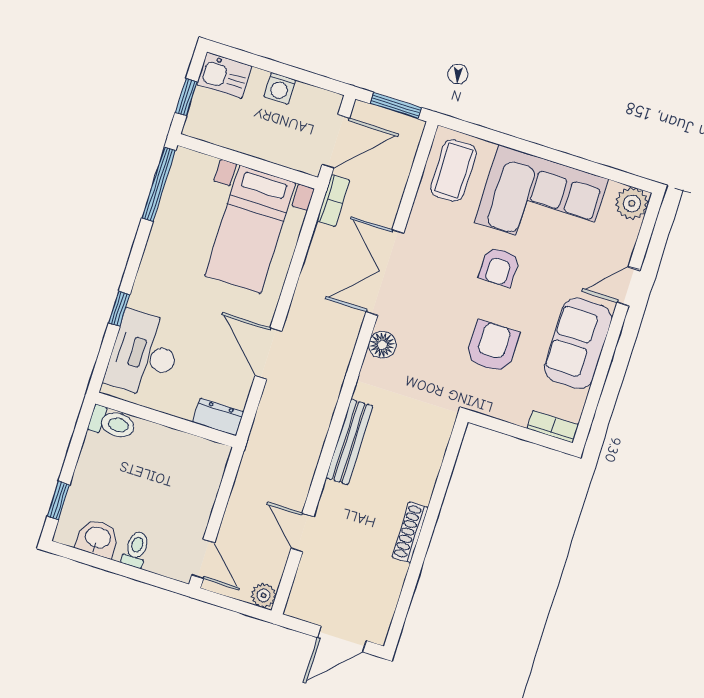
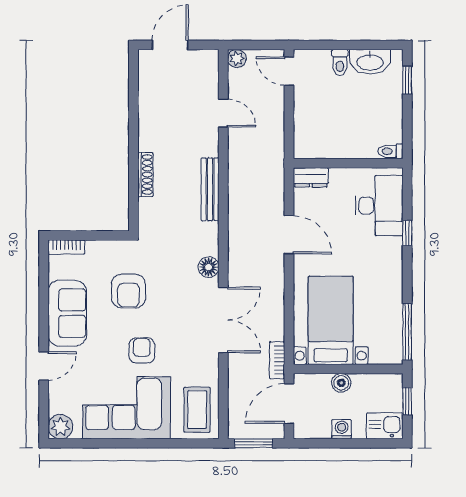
boiler: (262, 147) -> (341, 383), added
toilet: (112, 423) -> (391, 151), width x0.73, depth x0.72
shoe rack: (410, 532) -> (145, 175), moved
washbasin: (98, 538) -> (370, 62), width x1.38

